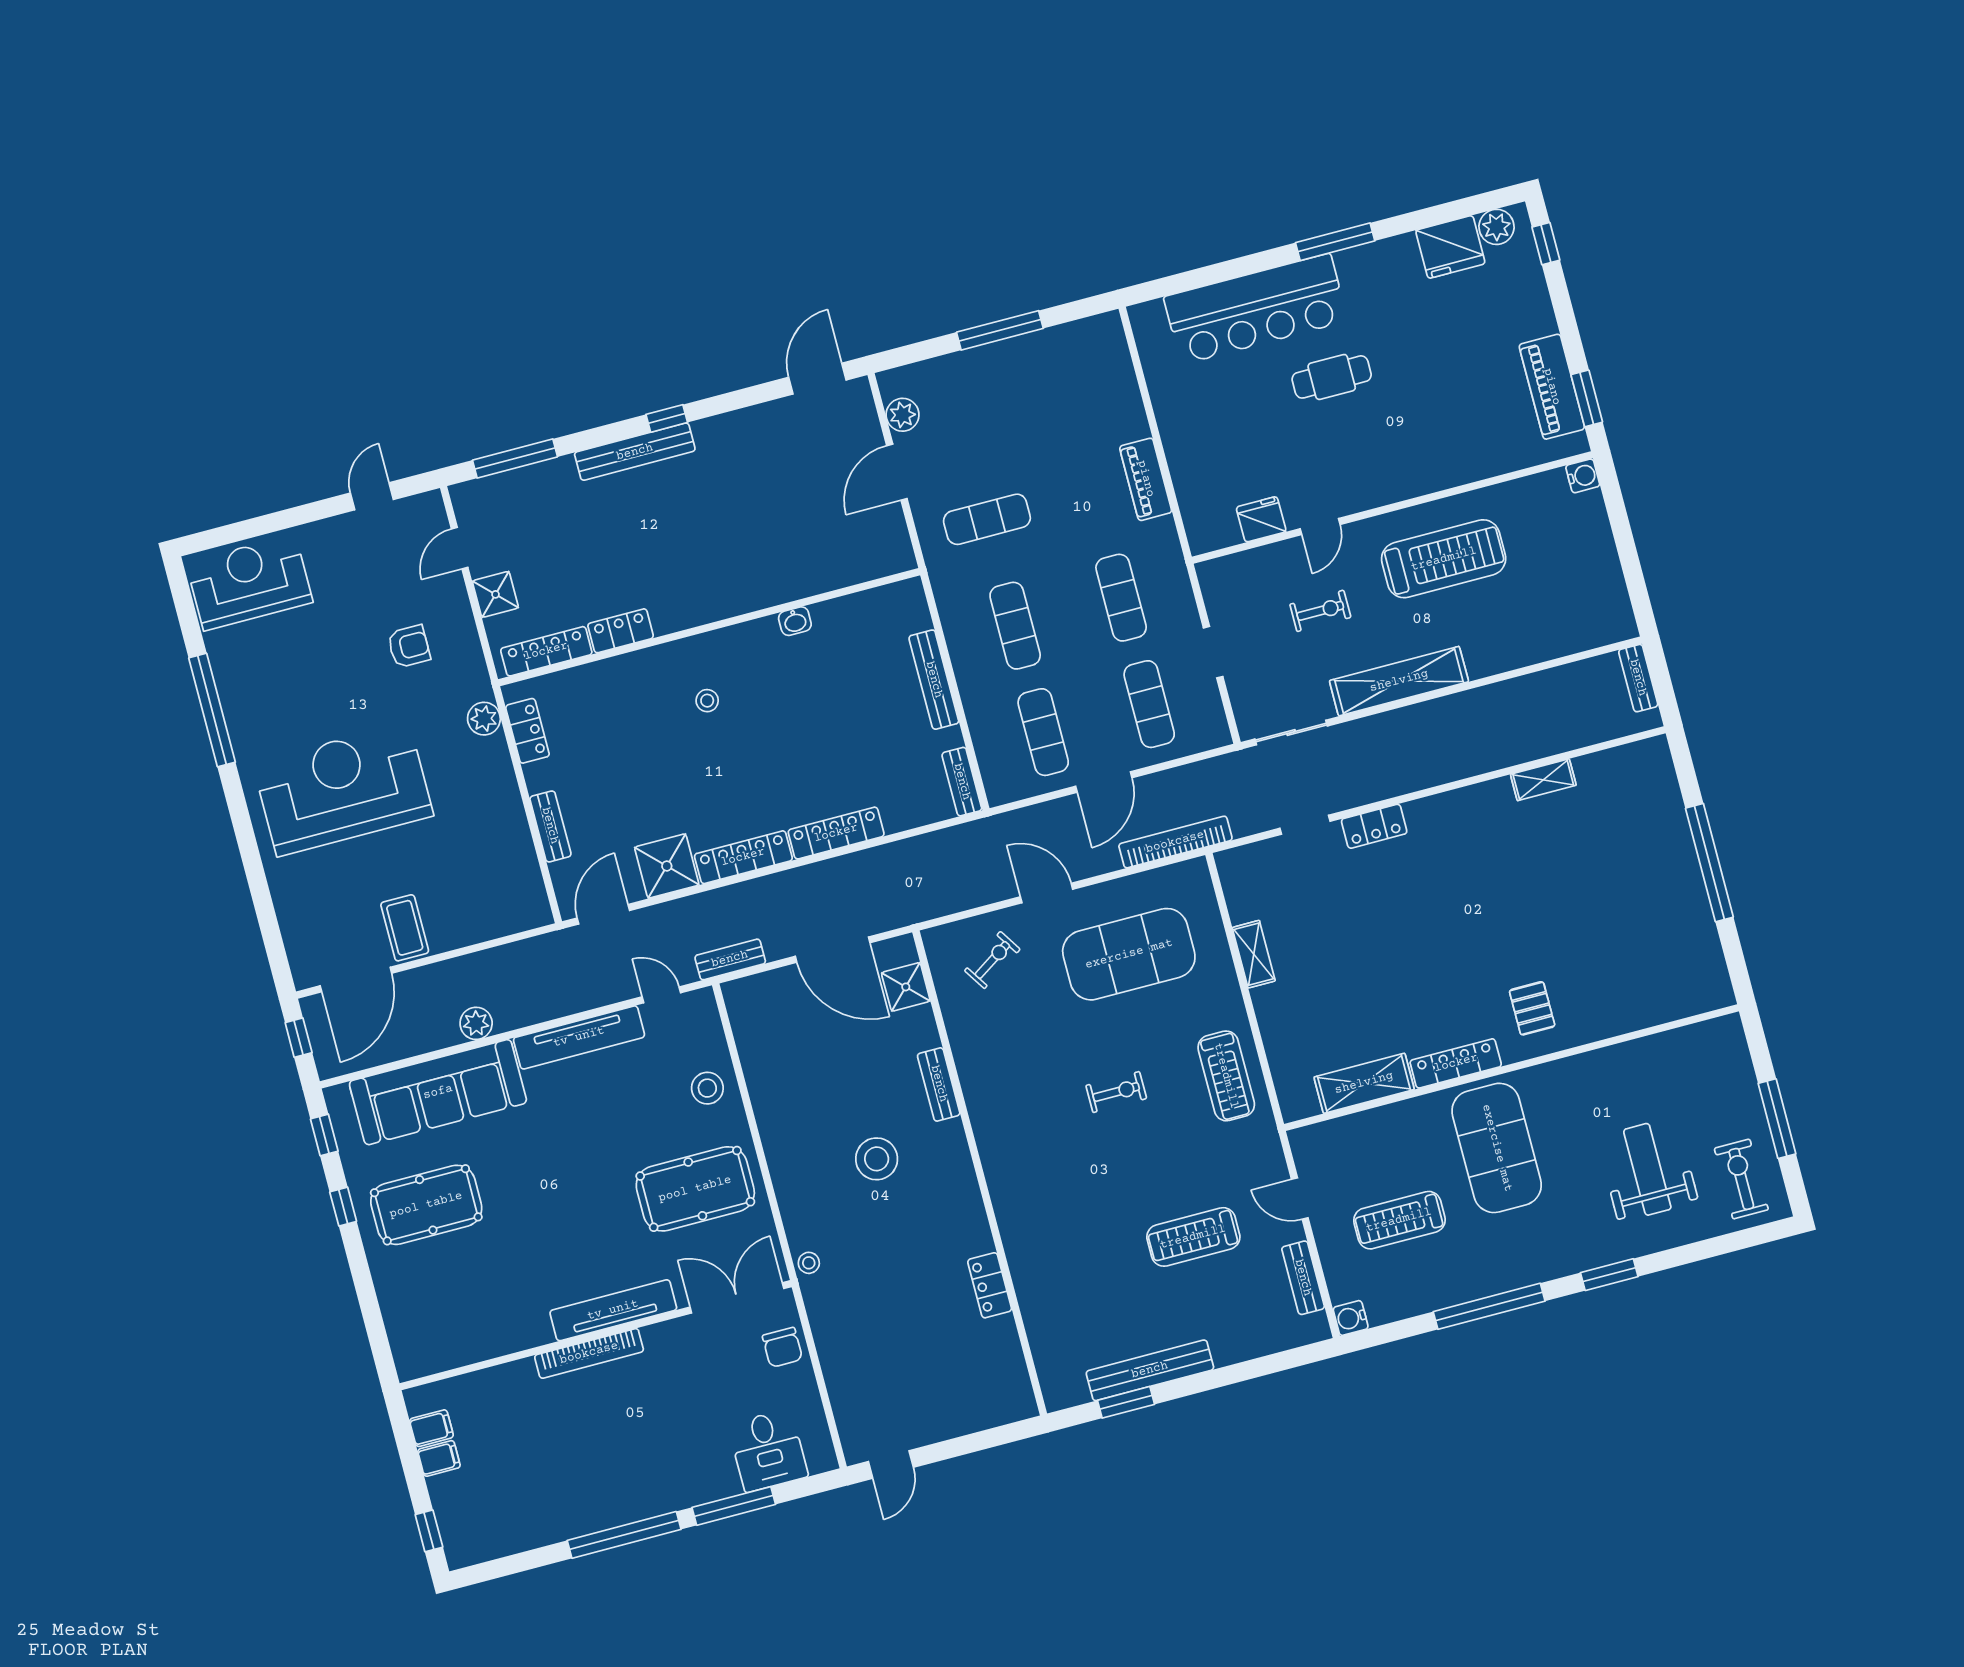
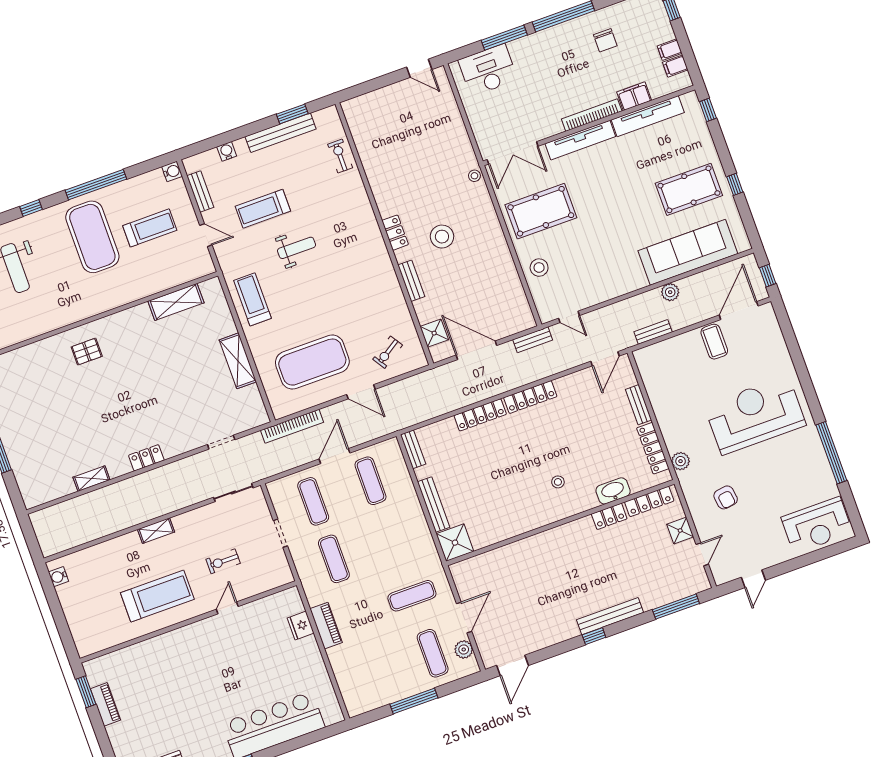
cafe table: (1332, 377) -> (228, 691), removed
piano: (1552, 387) -> (105, 704), width x0.73, depth x0.75
water cooler: (1583, 476) -> (58, 577), moved
fridge: (1261, 519) -> (301, 626), moved, turned 90
treadmill: (1444, 559) -> (157, 596), turned 180
washbasin: (795, 621) -> (613, 491), moved, width x1.91, depth x1.45
exercise mat: (1015, 626) -> (433, 653), moved
armchair: (409, 646) -> (726, 497), turned -98
bench: (1638, 678) -> (653, 332), moved, turned 90
shelving: (1399, 681) -> (156, 531), width x0.45, depth x0.75
locker: (527, 731) -> (653, 448), width x1.53
reception desk: (343, 789) -> (755, 415), turned 180
locker: (1374, 826) -> (146, 458), moved
shower: (667, 866) -> (455, 543), moved
shelving: (1254, 954) -> (238, 361), width x1.50, depth x1.33
pallet: (1532, 1008) -> (87, 352), turned 90
tv unit: (579, 1037) -> (648, 116), moved, turned 180
locker: (1456, 1063) -> (126, 317), removed
exercise bike: (1116, 1092) -> (340, 156), moved, turned 90
window: (324, 1135) -> (708, 110), moved
exercise mat: (1497, 1148) -> (92, 237), moved
weight bench: (1139, 1161) -> (297, 248), added
treadmill: (1193, 1237) -> (263, 209), turned 180
window: (1609, 1275) -> (31, 208), width x0.67
locker: (990, 1285) -> (395, 233), moved
water cooler: (1249, 1346) -> (227, 151), added
chair: (782, 1347) -> (605, 40), moved, turned 180
filing cabinet: (510, 1380) -> (634, 96), added
desk: (768, 1450) -> (488, 70), width x1.37
door: (891, 1464) -> (419, 68), swing flipped

